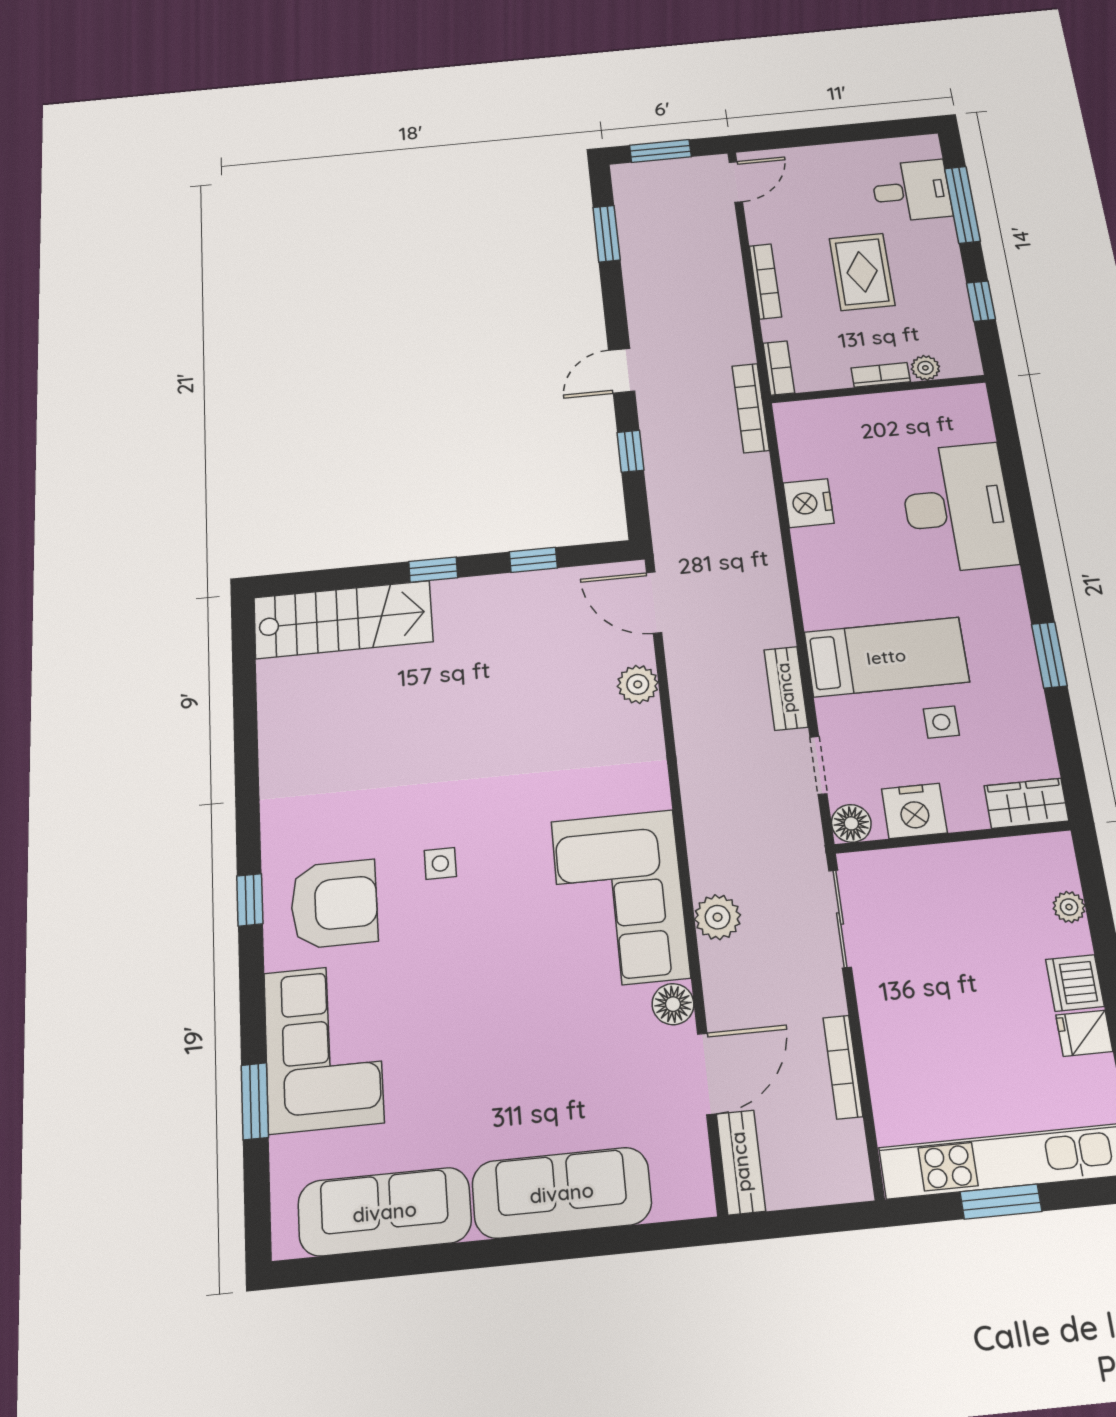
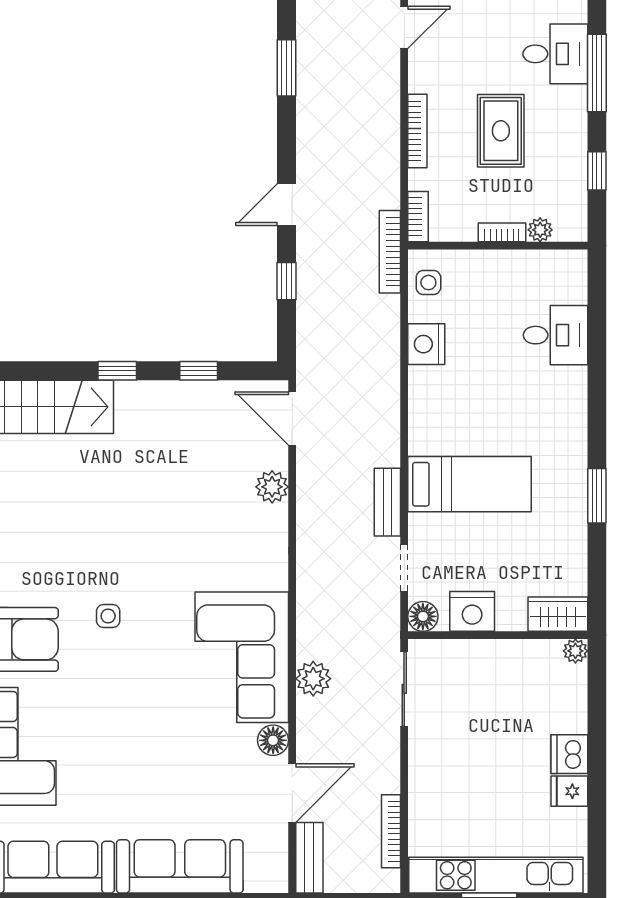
desk: (957, 508) -> (555, 335), width x0.53, depth x0.77
side table: (941, 722) -> (428, 283), moved
plant: (1069, 907) -> (575, 651), moved
bookcase: (843, 1067) -> (391, 831), moved

